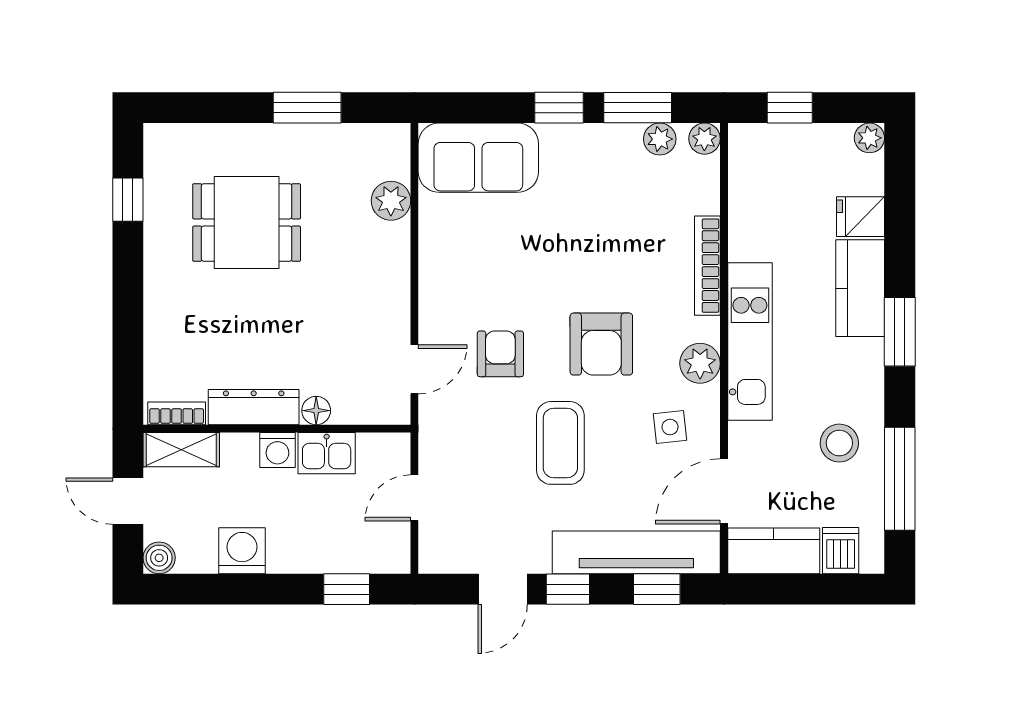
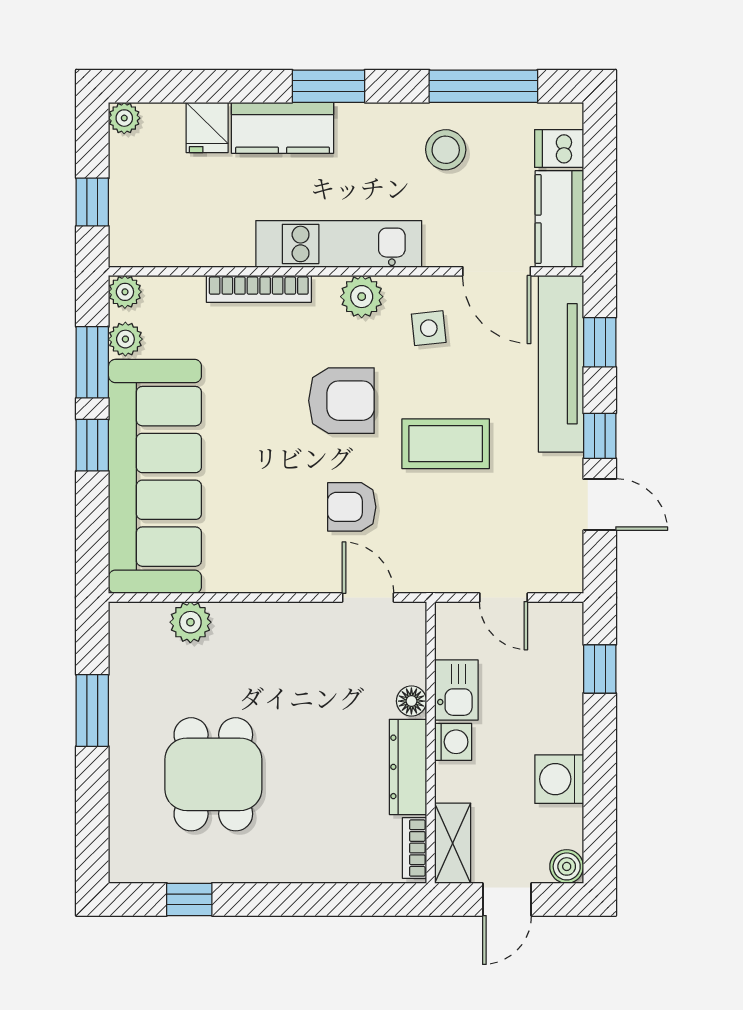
sofa: (478, 158) -> (155, 476), width x1.85, depth x1.27

